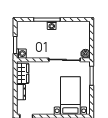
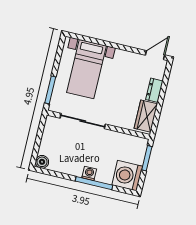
washing machine: (21, 54) -> (127, 176), moved, width x1.89, depth x1.89
boiler: (86, 54) -> (42, 162), moved

